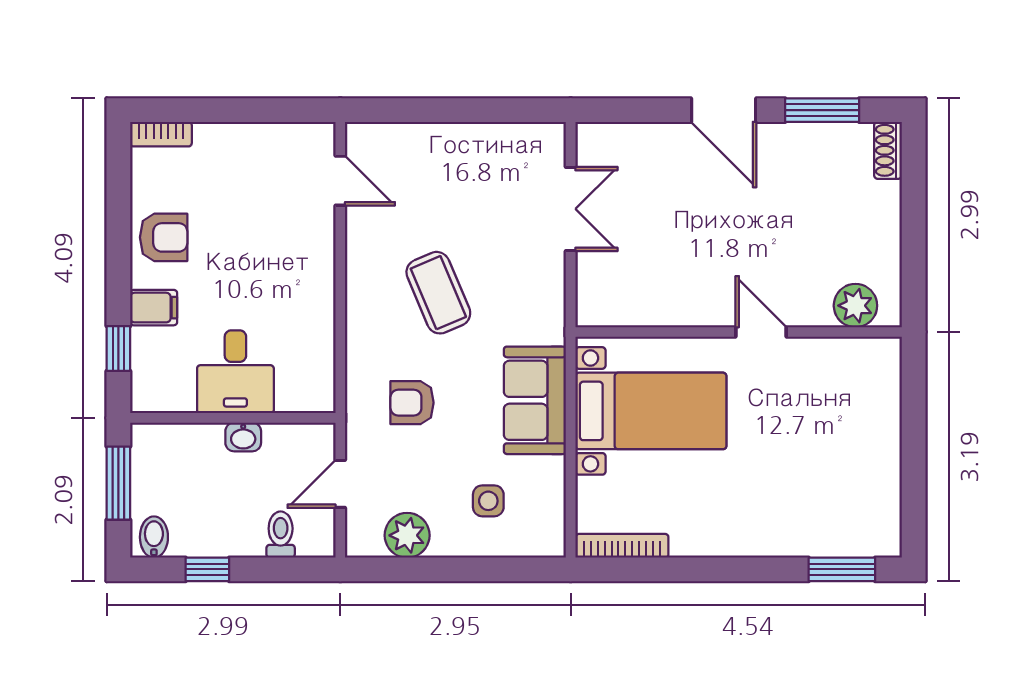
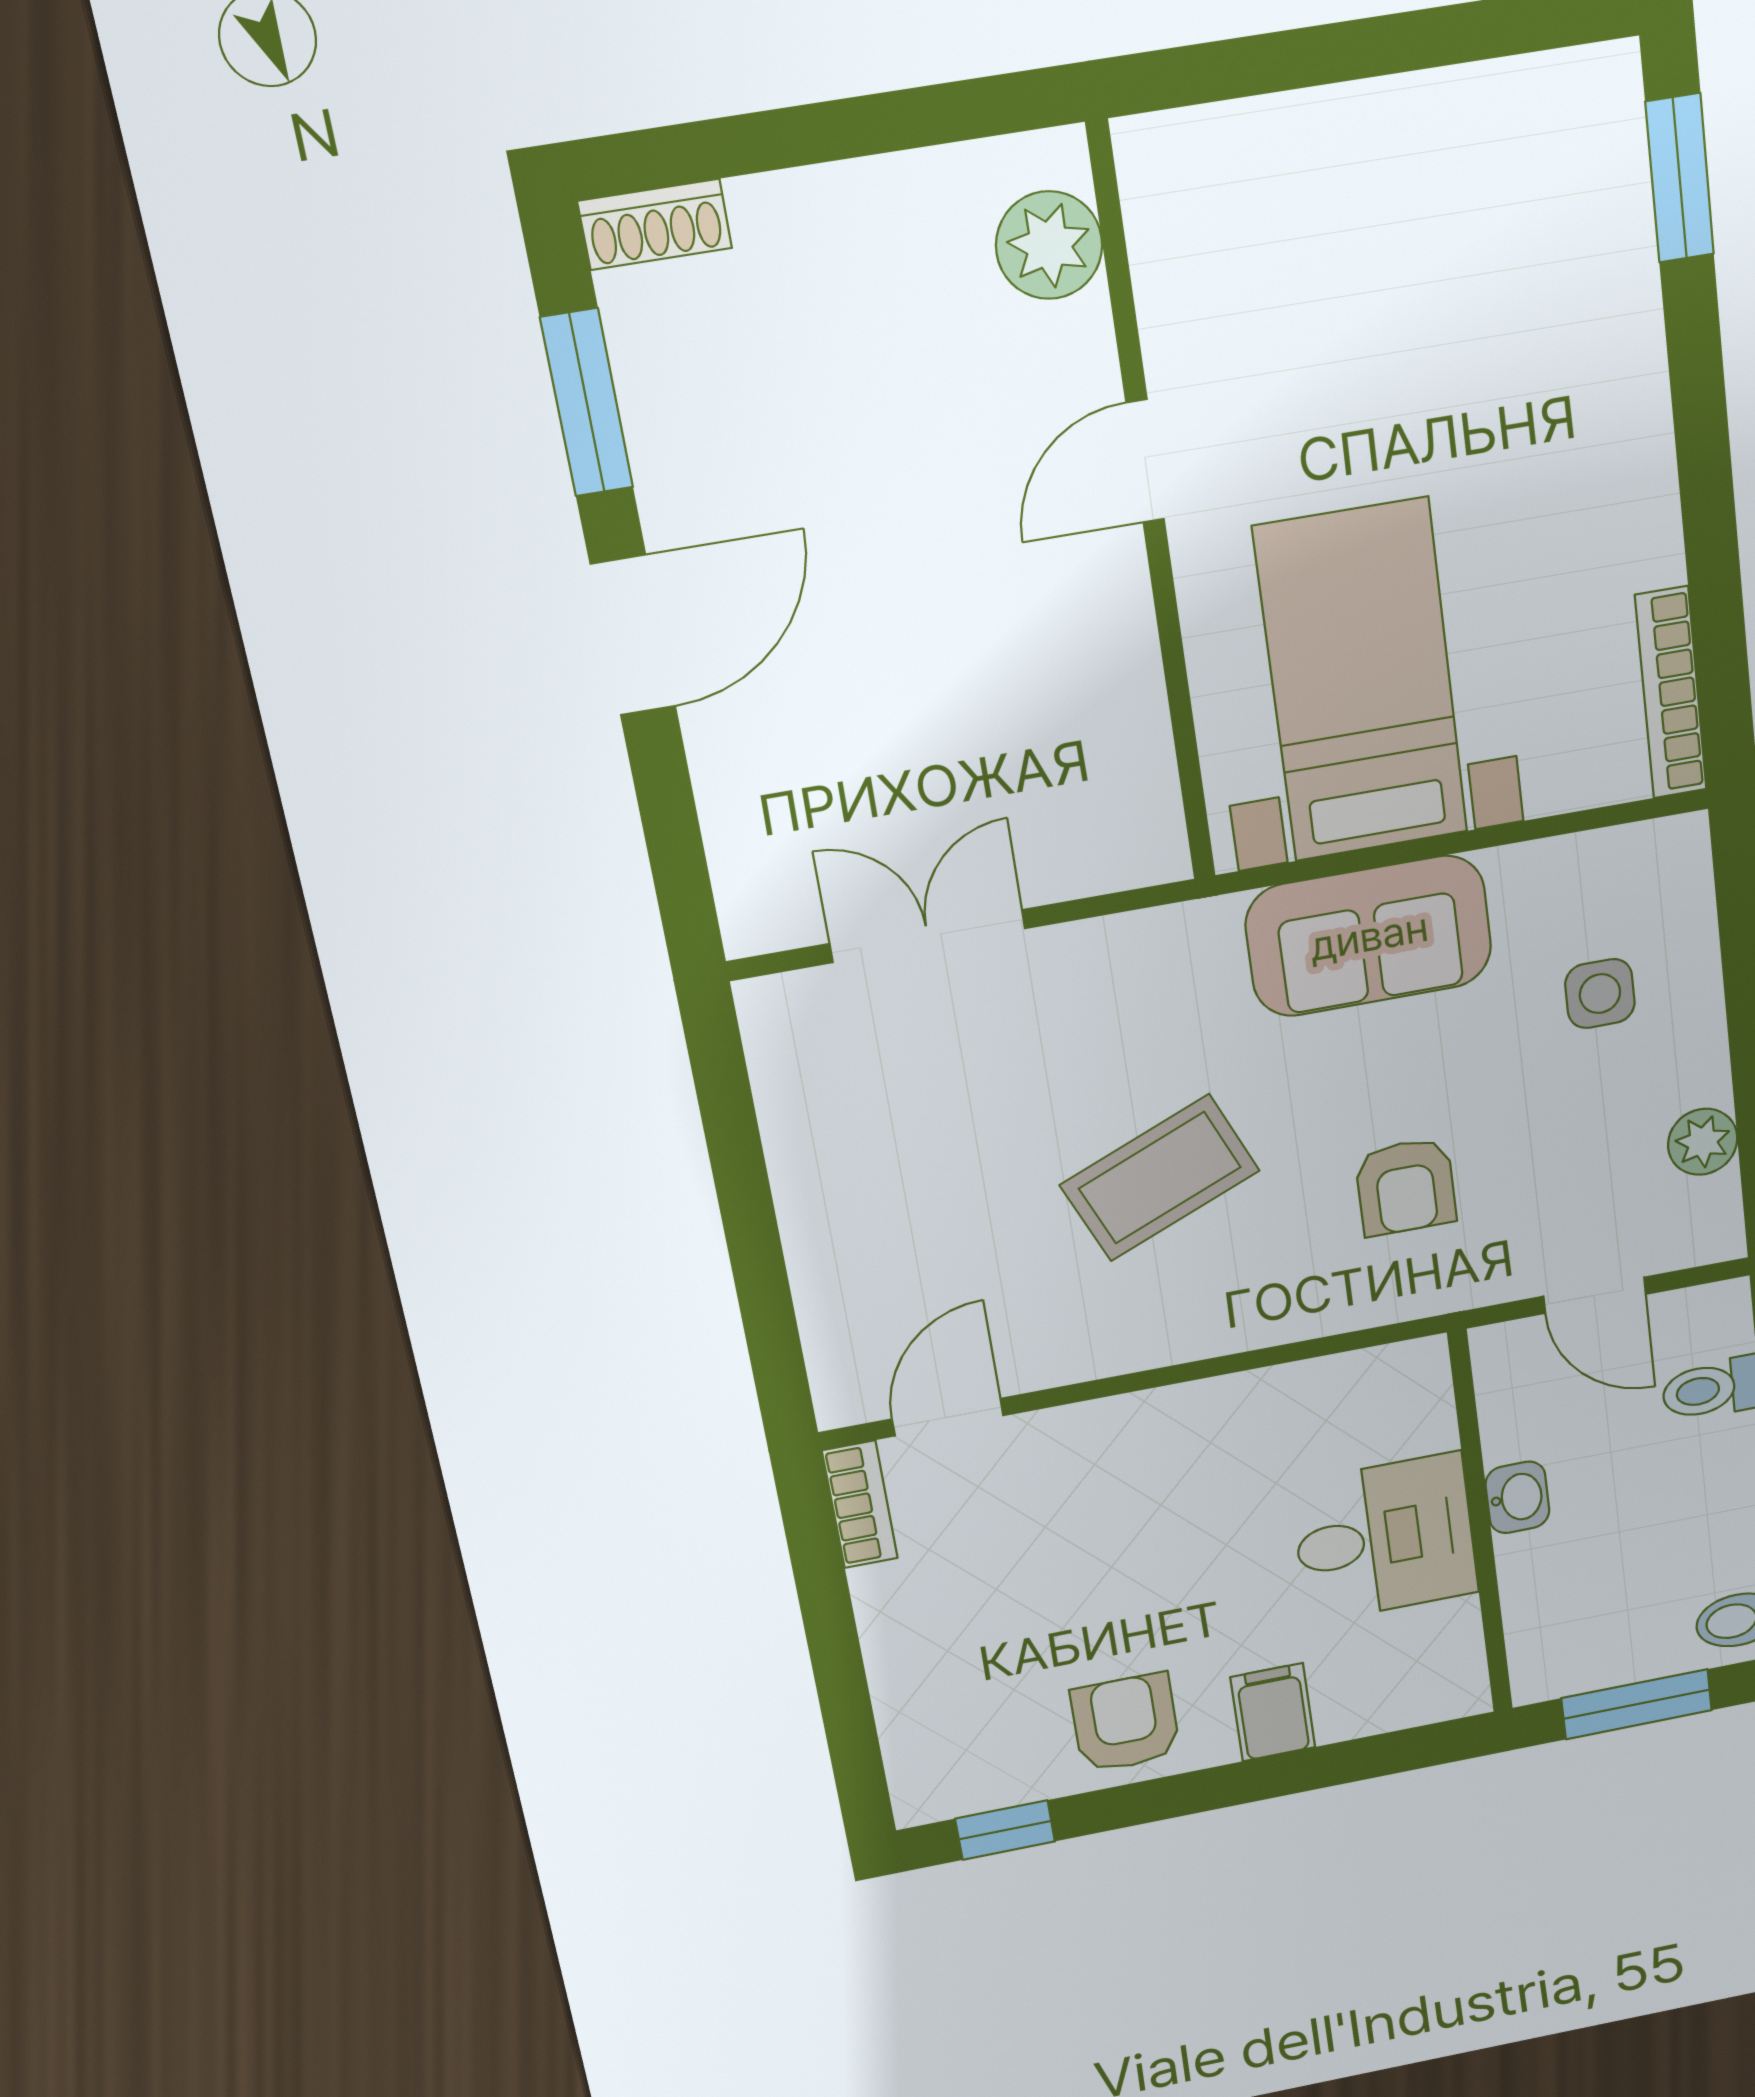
bookcase: (161, 134) -> (860, 1504), moved
window: (118, 348) -> (1005, 1830), moved
plant: (407, 535) -> (1703, 1142), width x0.73, depth x0.73

